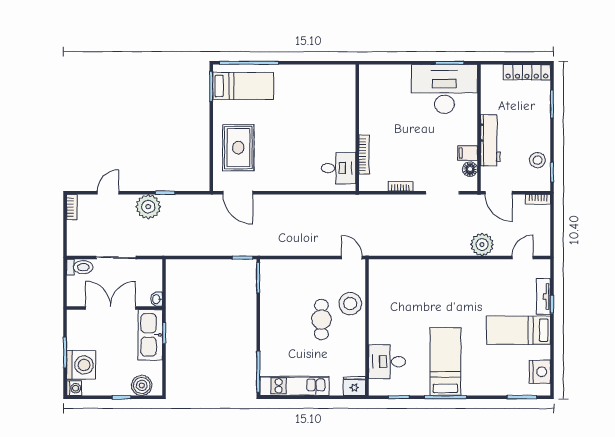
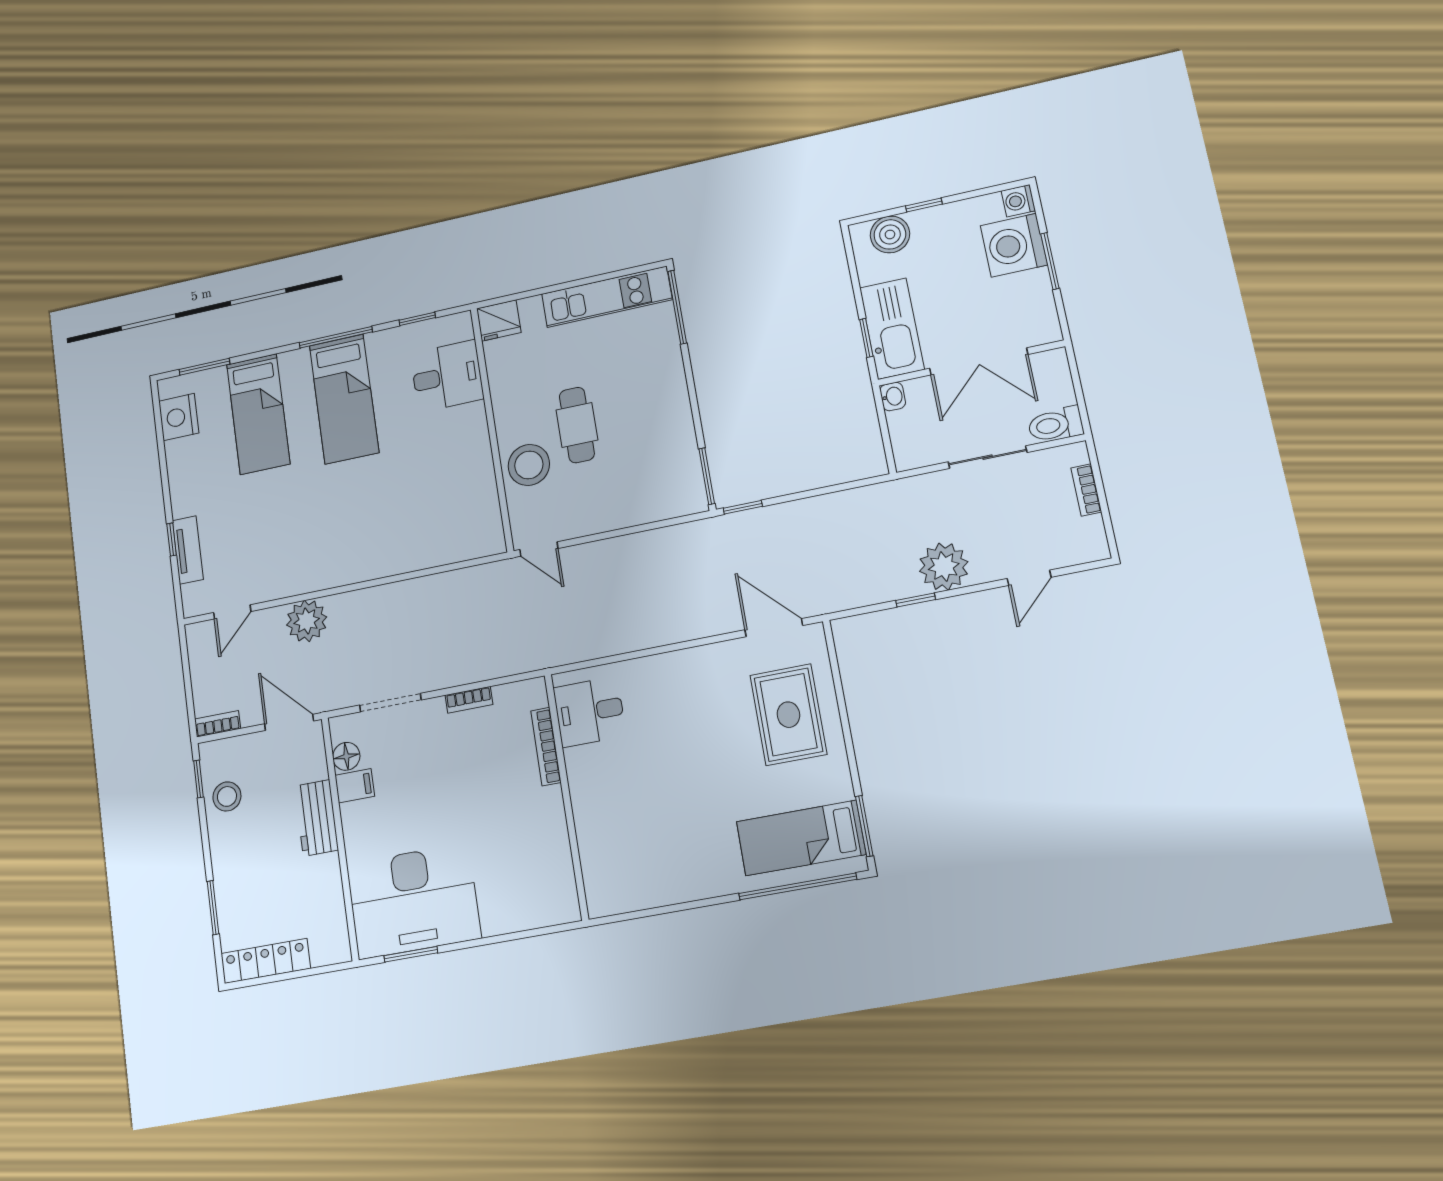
workbench: (490, 140) -> (317, 818), width x0.73
bookcase: (72, 207) -> (1086, 490), moved
bed: (519, 330) -> (258, 414), moved, turned 90

